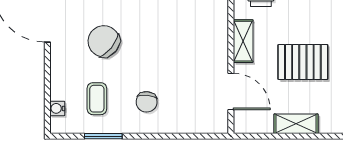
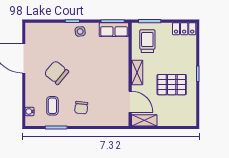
shelving: (296, 124) -> (144, 120), moved

